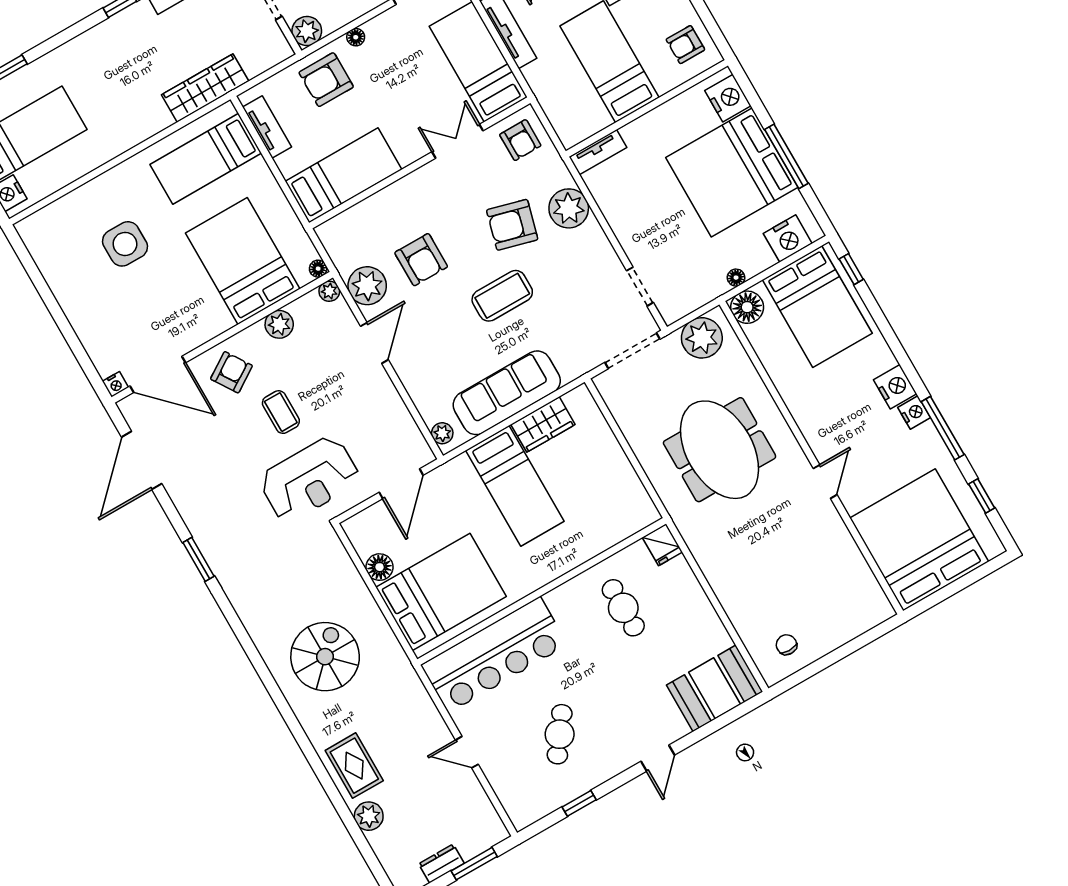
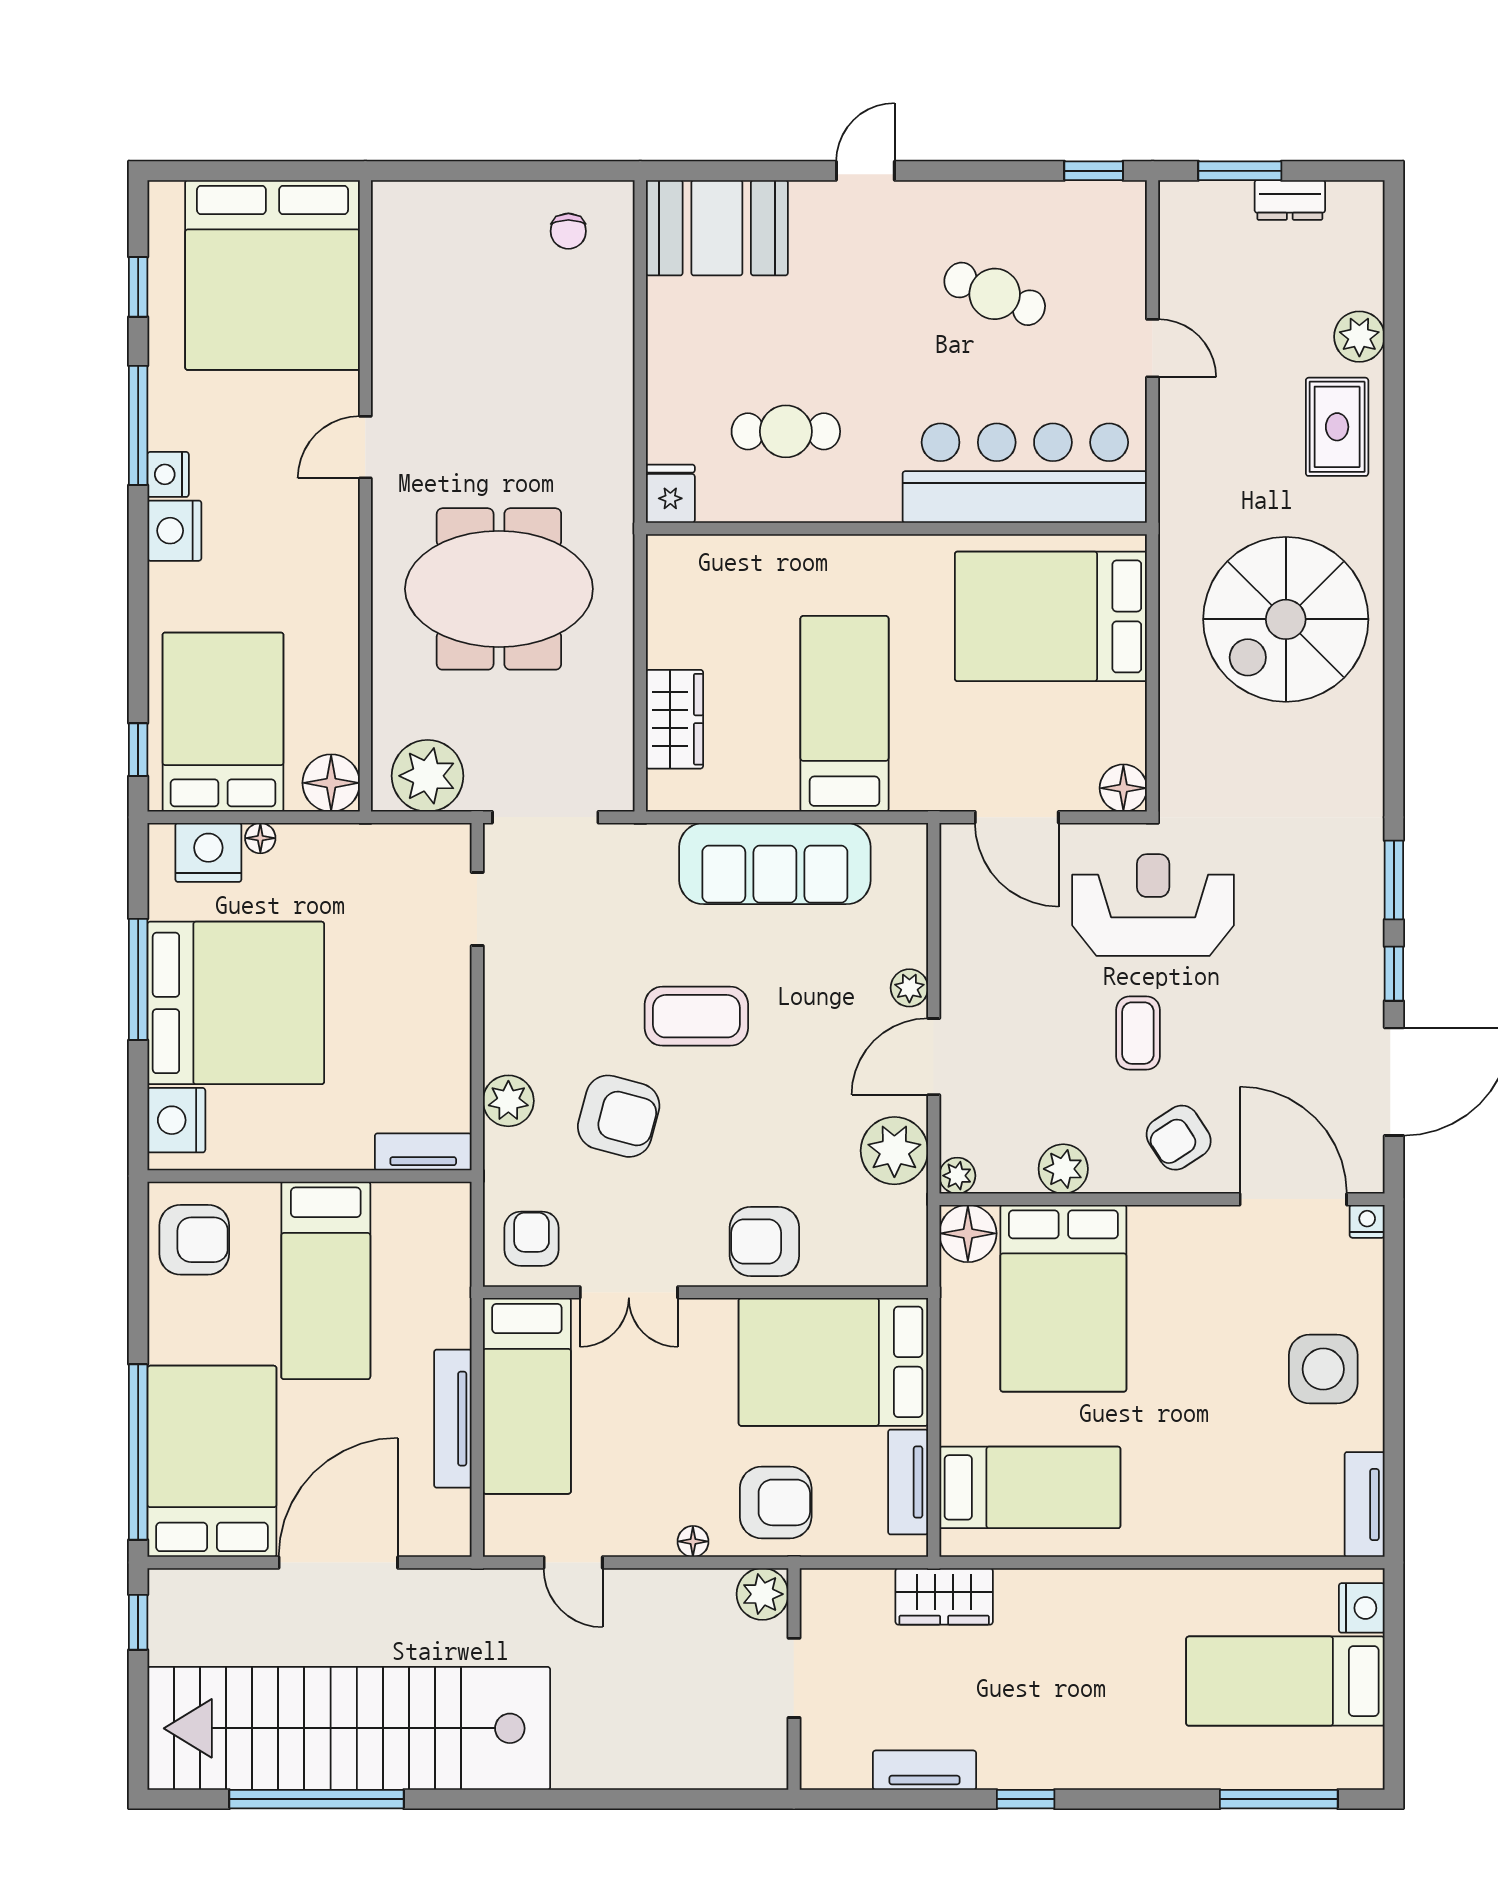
armchair: (685, 45) -> (194, 1240), width x1.38, depth x1.38
wardrobe: (205, 88) -> (944, 1596), width x0.67
bed: (344, 175) -> (833, 1362), width x1.50
plant: (569, 208) -> (508, 1101), width x0.73, depth x0.73
side table: (125, 244) -> (1323, 1369), moved
tv unit: (37, 245) -> (1365, 1505), added
armchair: (421, 260) -> (764, 1242), moved, turned -90
floor lamp: (318, 269) -> (968, 1233), width x1.89, depth x1.89
floor lamp: (736, 278) -> (260, 838), moved
wardrobe: (543, 425) -> (674, 719), moved, turned 90
plant: (442, 433) -> (909, 988), moved
meeting table: (720, 450) -> (499, 589), turned 90
door: (401, 484) -> (1017, 817), swing flipped
window: (172, 513) -> (1394, 974), added
floor lamp: (380, 567) -> (1123, 788), moved
cafe table: (623, 608) -> (786, 431), turned 90
spiral stairs: (325, 657) -> (1286, 619), width x1.37, depth x1.37
cafe table: (560, 734) -> (995, 294), turned 76
window: (579, 803) -> (1094, 171), moved

